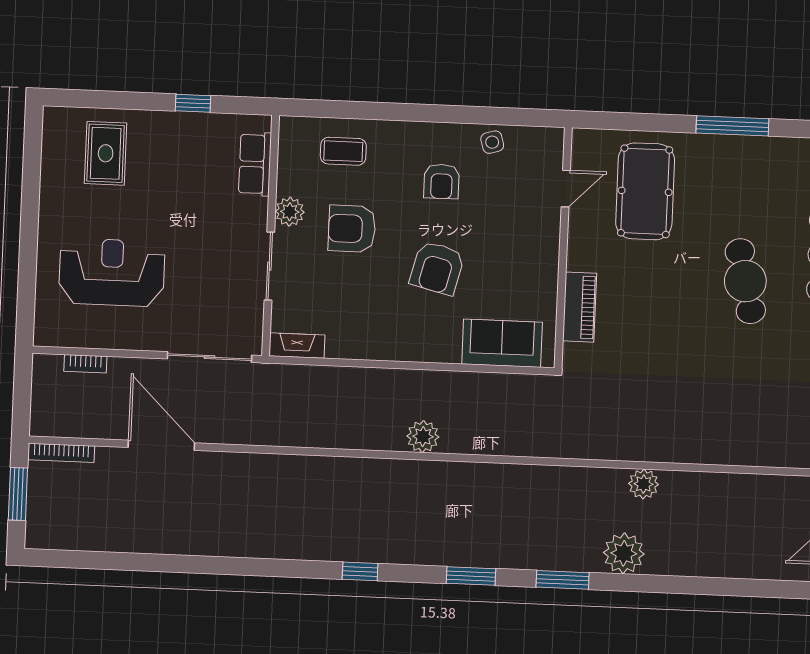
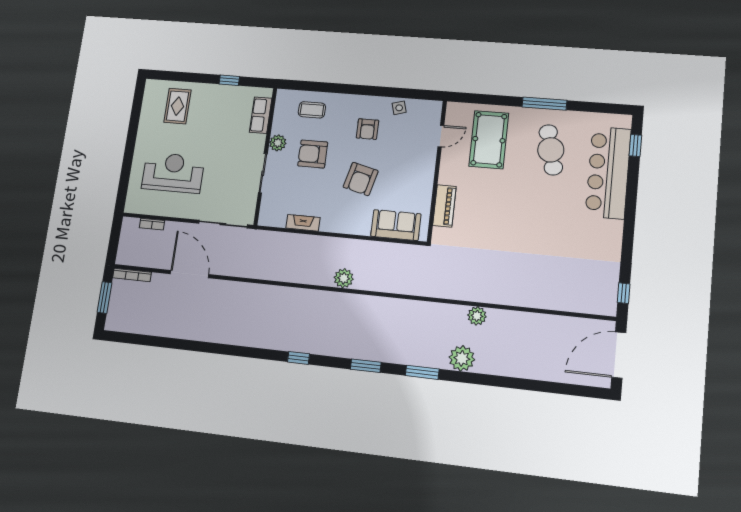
cafe table: (745, 281) -> (551, 150), moved
fireplace: (297, 346) -> (303, 223), moved

